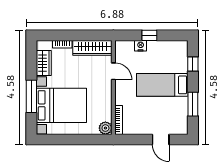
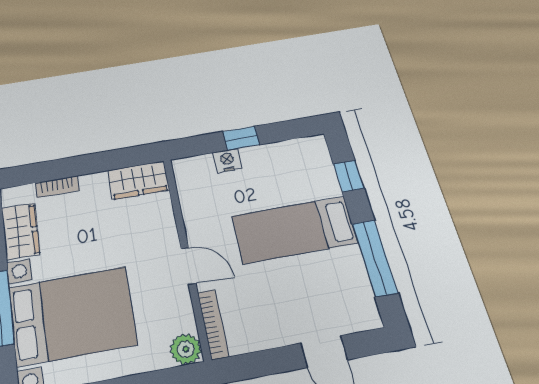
wardrobe: (92, 48) -> (138, 180), width x0.67
door: (113, 71) -> (189, 266), moved
window: (193, 104) -> (375, 258), width x1.44

